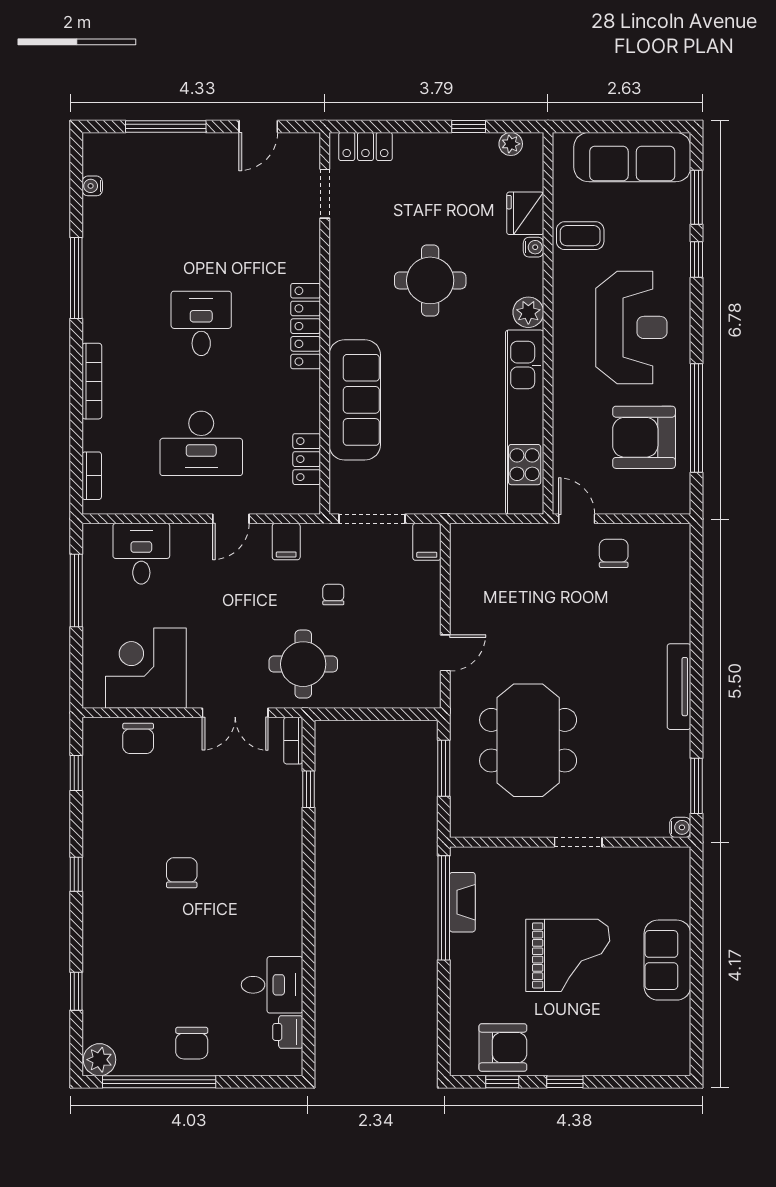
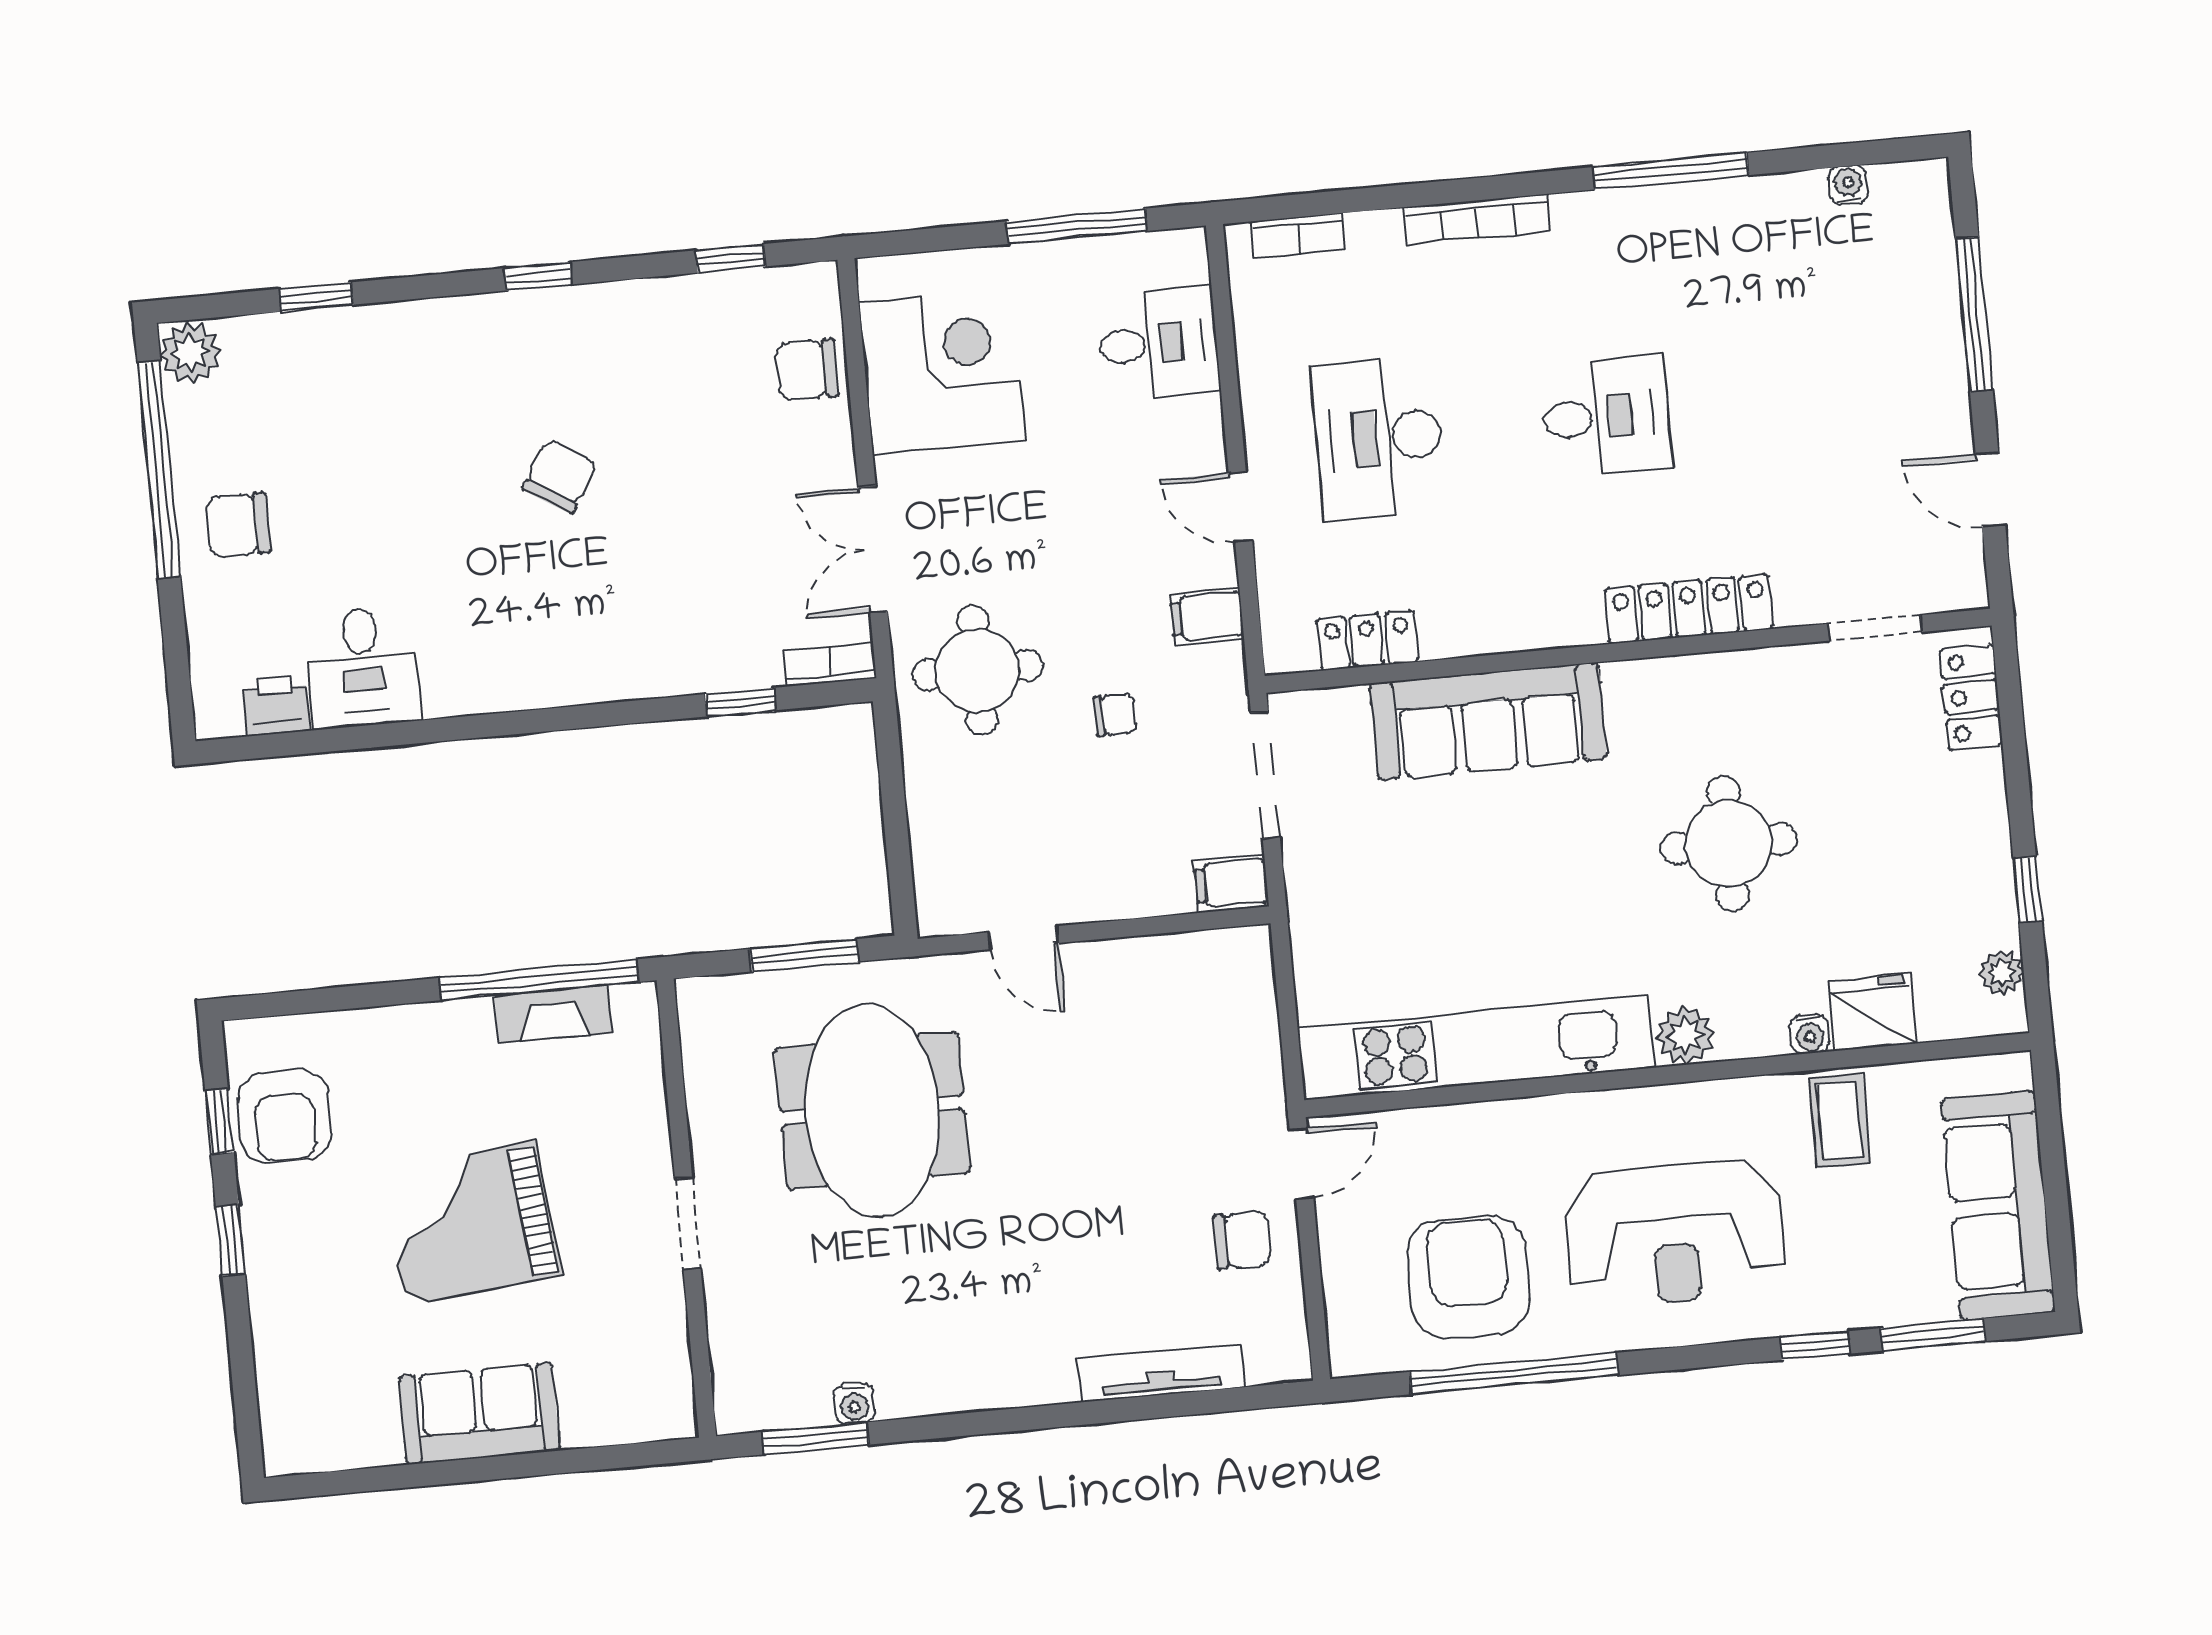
locker: (306, 326) -> (1689, 609), moved
tv unit: (679, 687) -> (1161, 1373), moved
meeting table: (528, 740) -> (872, 1110), turned 90
water cooler: (680, 827) -> (854, 1404), moved
chair: (182, 873) -> (560, 476), turned -58
grand piano: (568, 955) -> (471, 1224), turned 84

